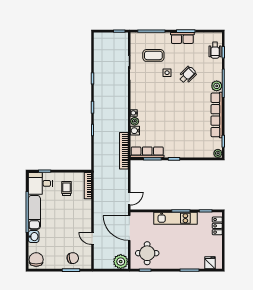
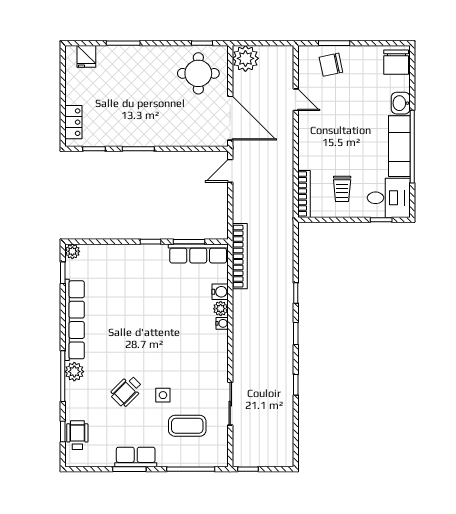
kitchen unit: (175, 218) -> (148, 136), removed

